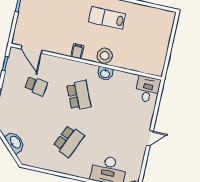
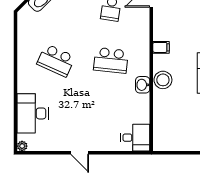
school desk: (79, 95) -> (111, 60), turned 30

